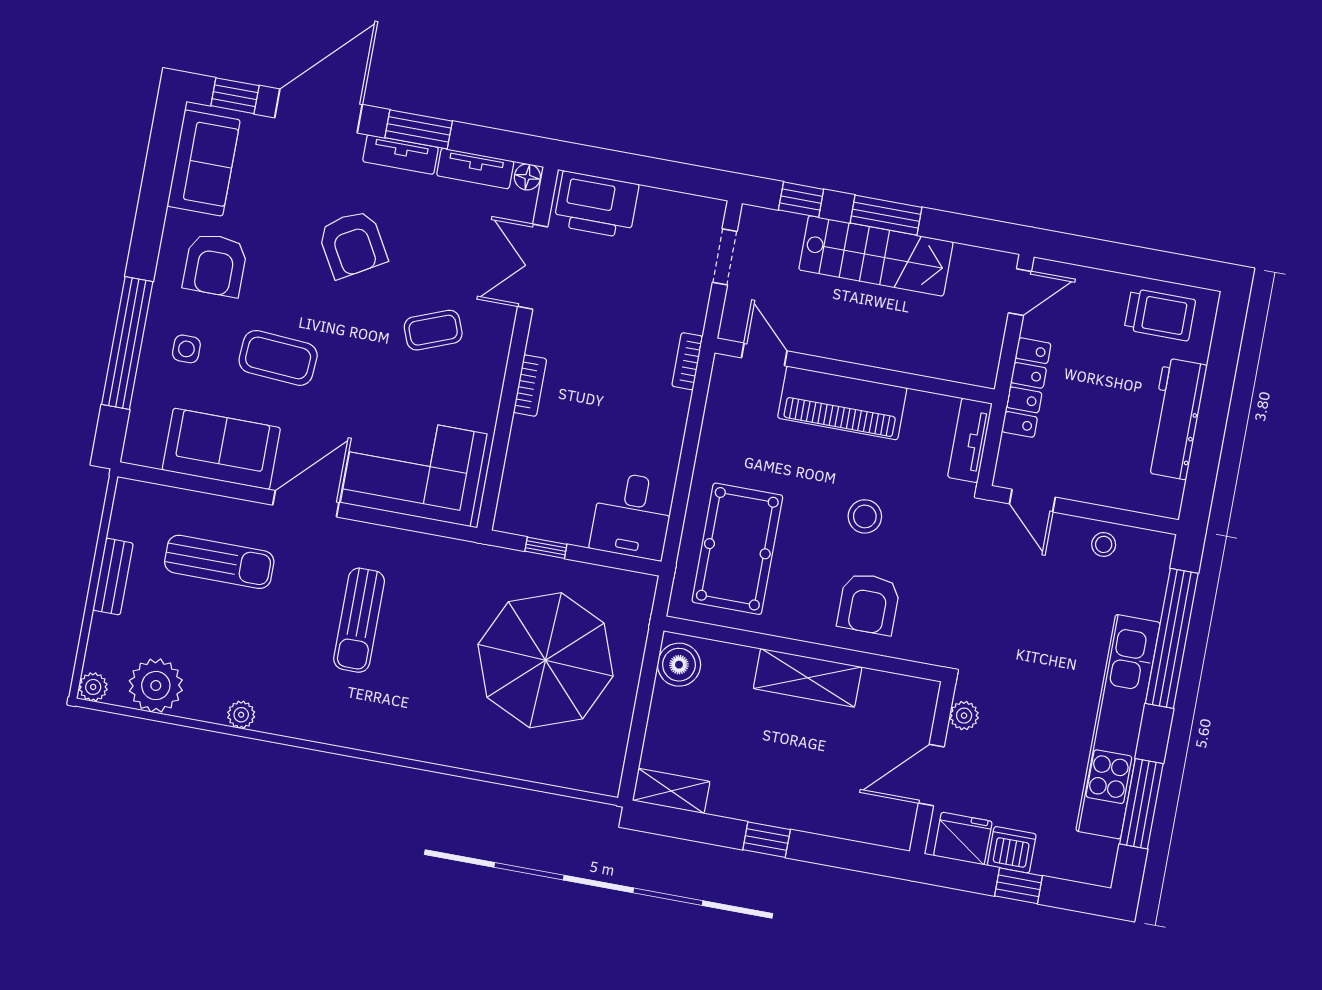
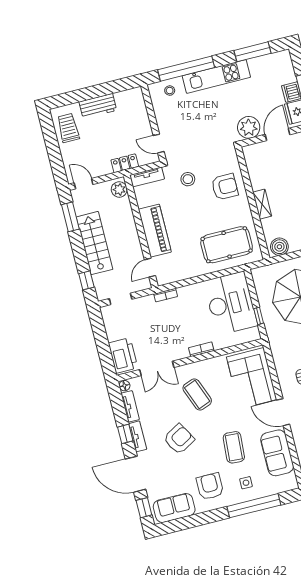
window: (419, 129) -> (125, 434), width x0.67
window: (886, 215) -> (70, 217), moved
armchair: (215, 265) -> (210, 486), turned -90
coffee table: (433, 330) -> (197, 395), width x1.36, depth x1.30
plant: (970, 366) -> (119, 189), added
locker: (1026, 388) -> (125, 163), width x0.66
workbench: (1175, 419) -> (98, 106), width x0.73
door: (1032, 501) -> (159, 144), swing flipped
desk: (632, 516) -> (231, 303), width x1.87, depth x1.30
stool: (865, 516) -> (188, 179), moved
stool: (1104, 544) -> (170, 91), moved
shelving: (808, 678) -> (262, 204), width x0.67, depth x0.75
plant: (964, 716) -> (249, 127), width x1.87, depth x1.87
kitchen unit: (1118, 727) -> (216, 76), width x0.73
door: (931, 775) -> (277, 135), swing flipped

